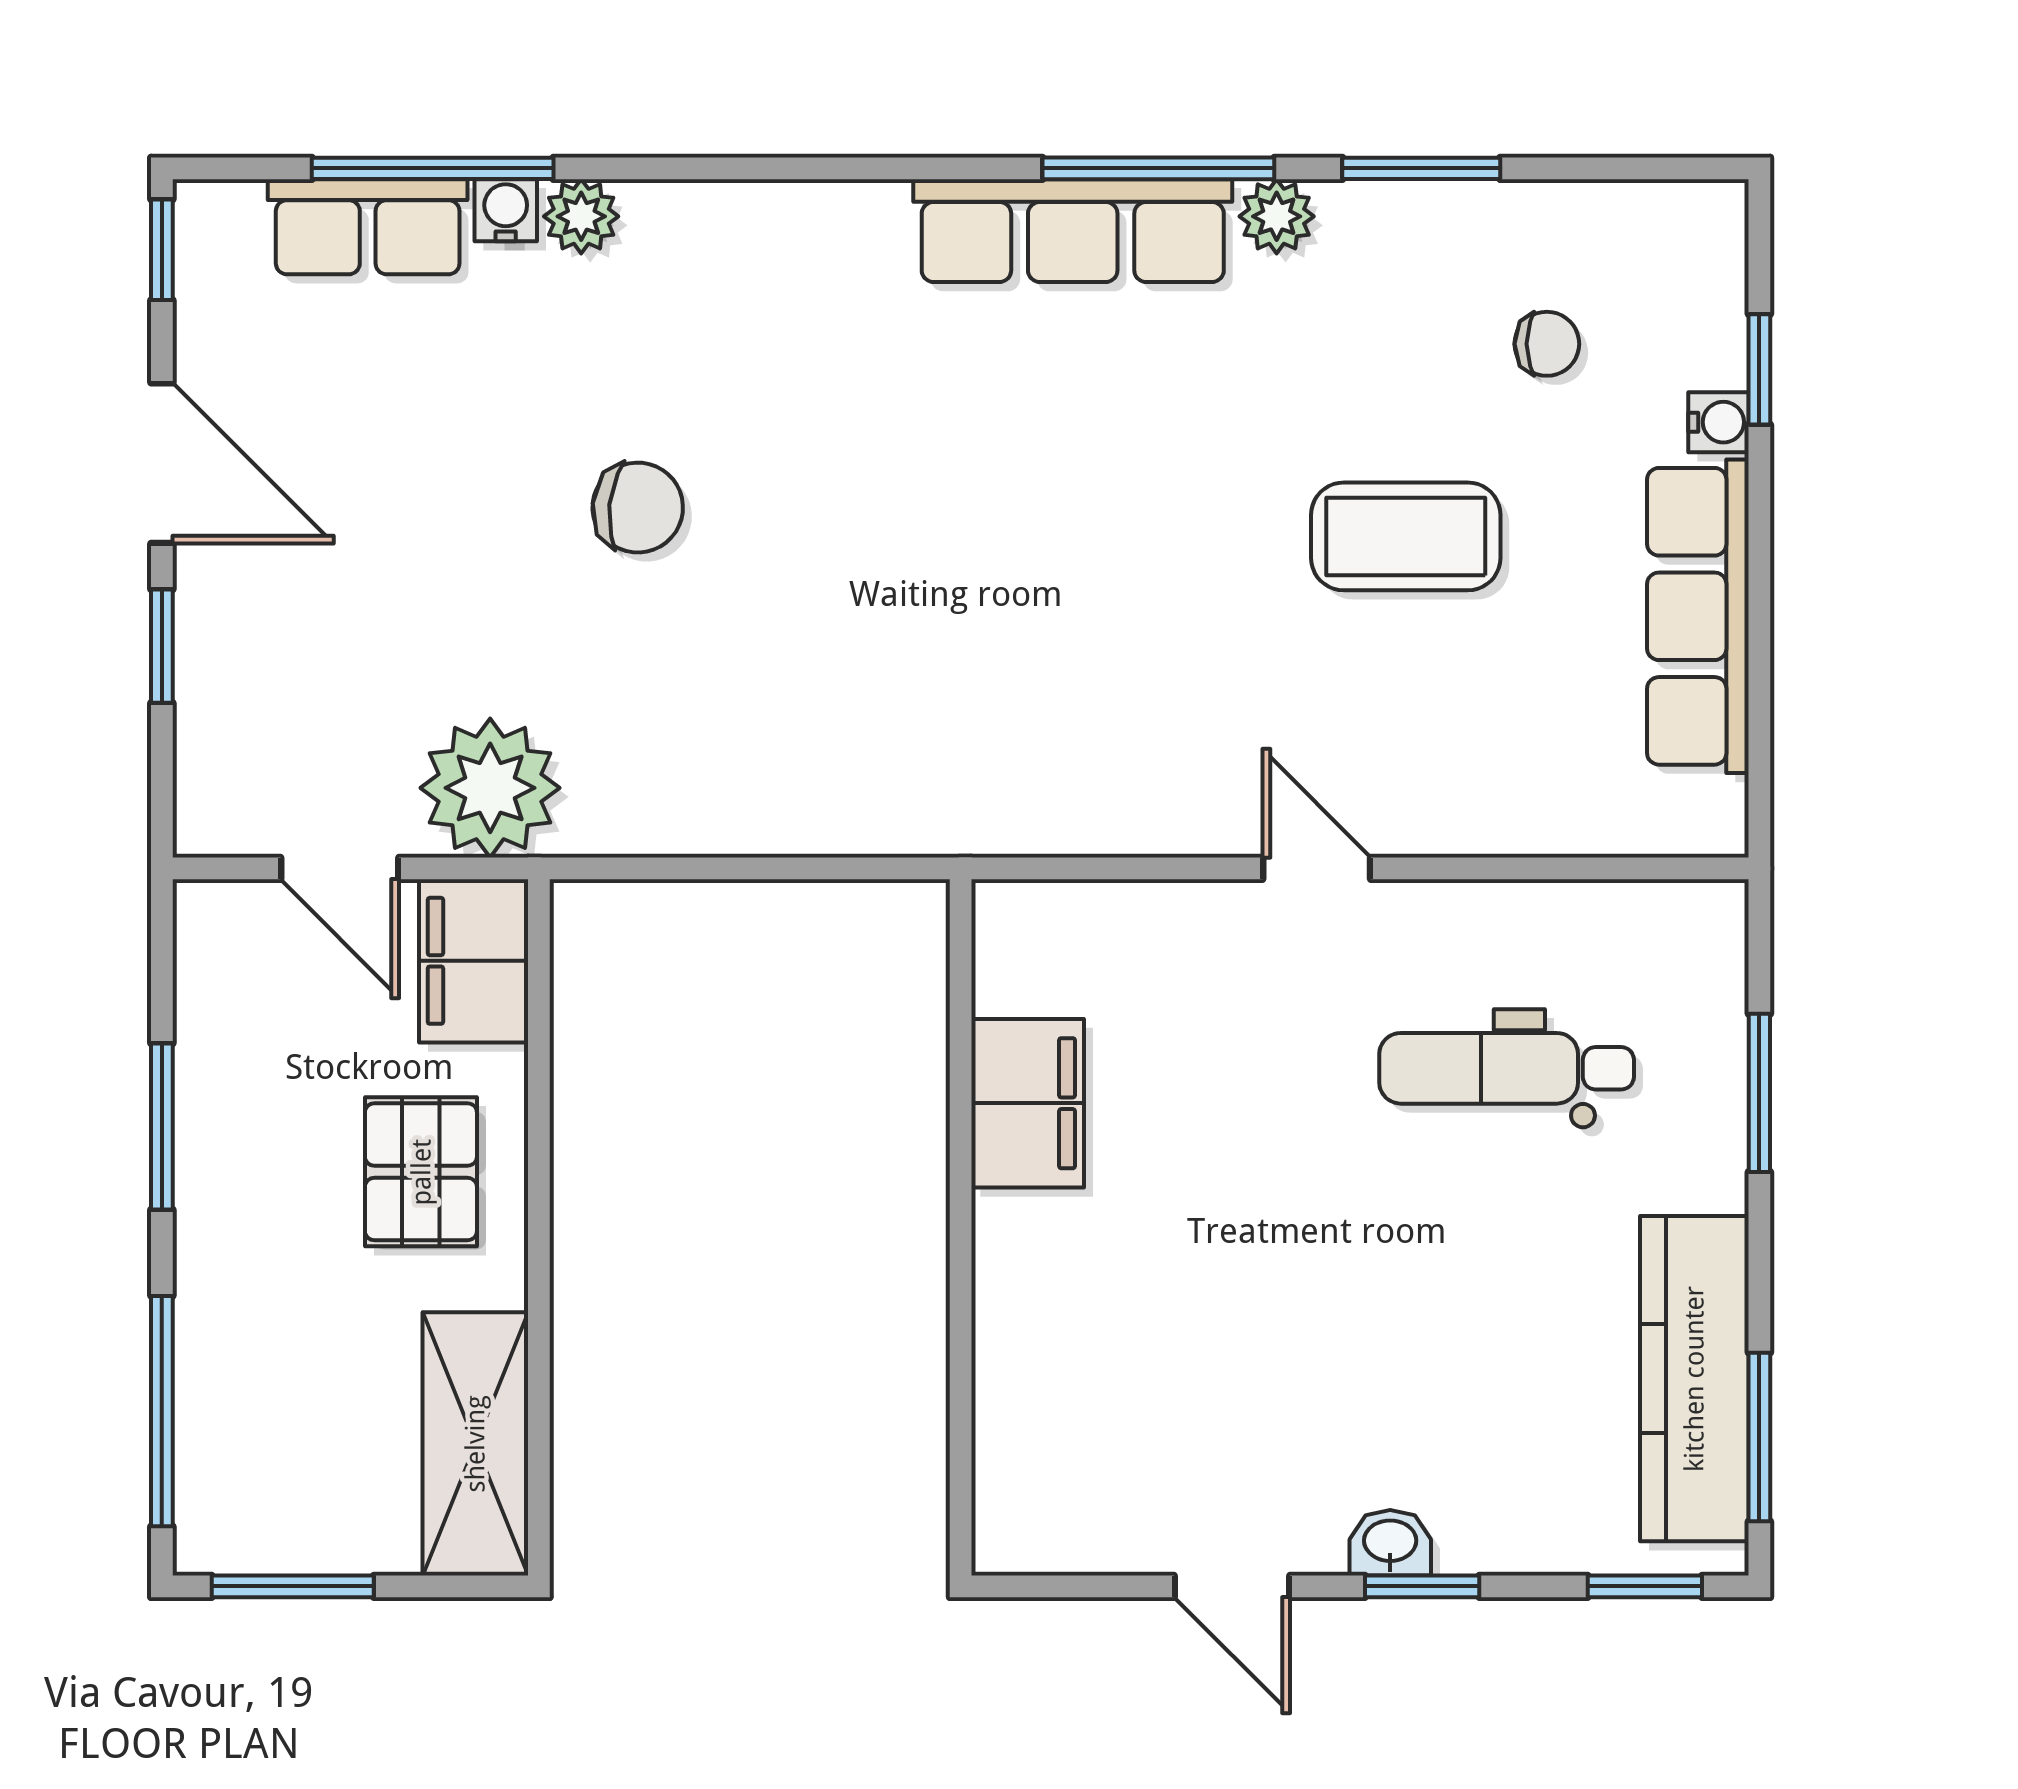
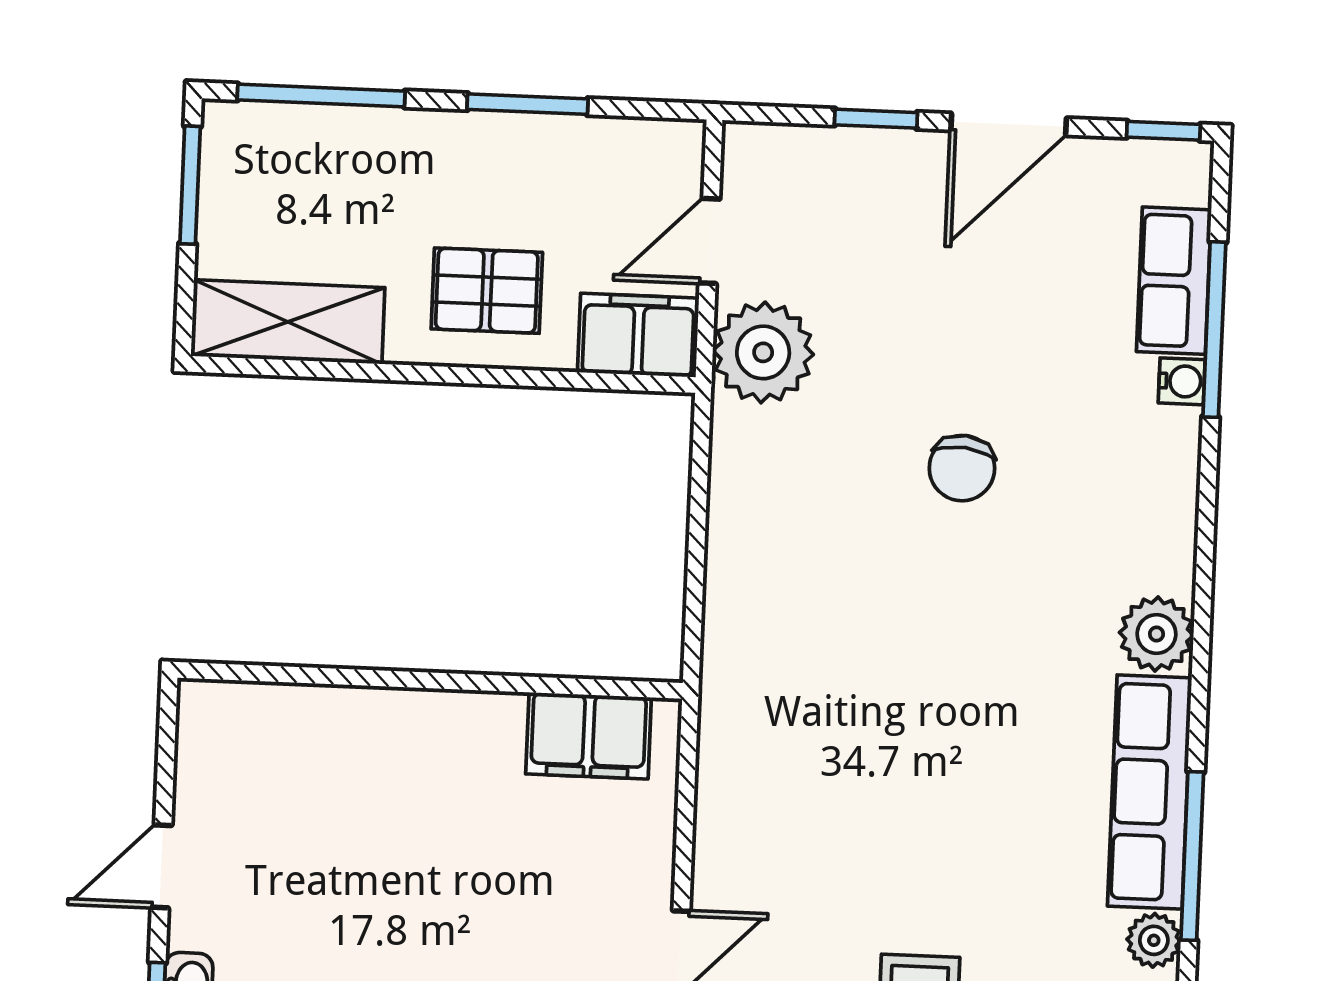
plant: (581, 216) -> (1157, 634), moved, width x1.38, depth x1.38
filing cabinet: (1028, 1103) -> (589, 736), moved

